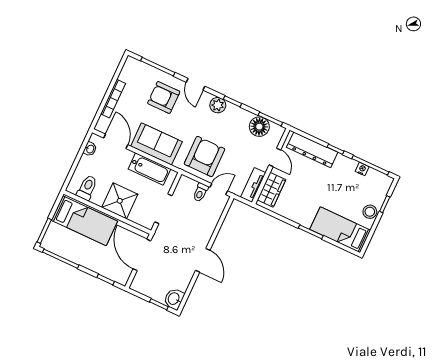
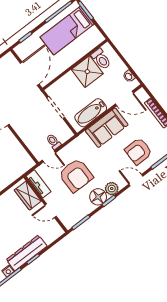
armchair: (164, 97) -> (138, 151), turned 180
floor lamp: (259, 127) -> (98, 197), moved
dresser: (312, 150) -> (27, 253), moved
armchair: (204, 156) -> (76, 175), moved
door: (219, 189) -> (49, 156), hinge flipped
shower: (120, 201) -> (87, 72), moved
bed: (84, 221) -> (67, 31), moved
door: (142, 255) -> (30, 74), hinge flipped

